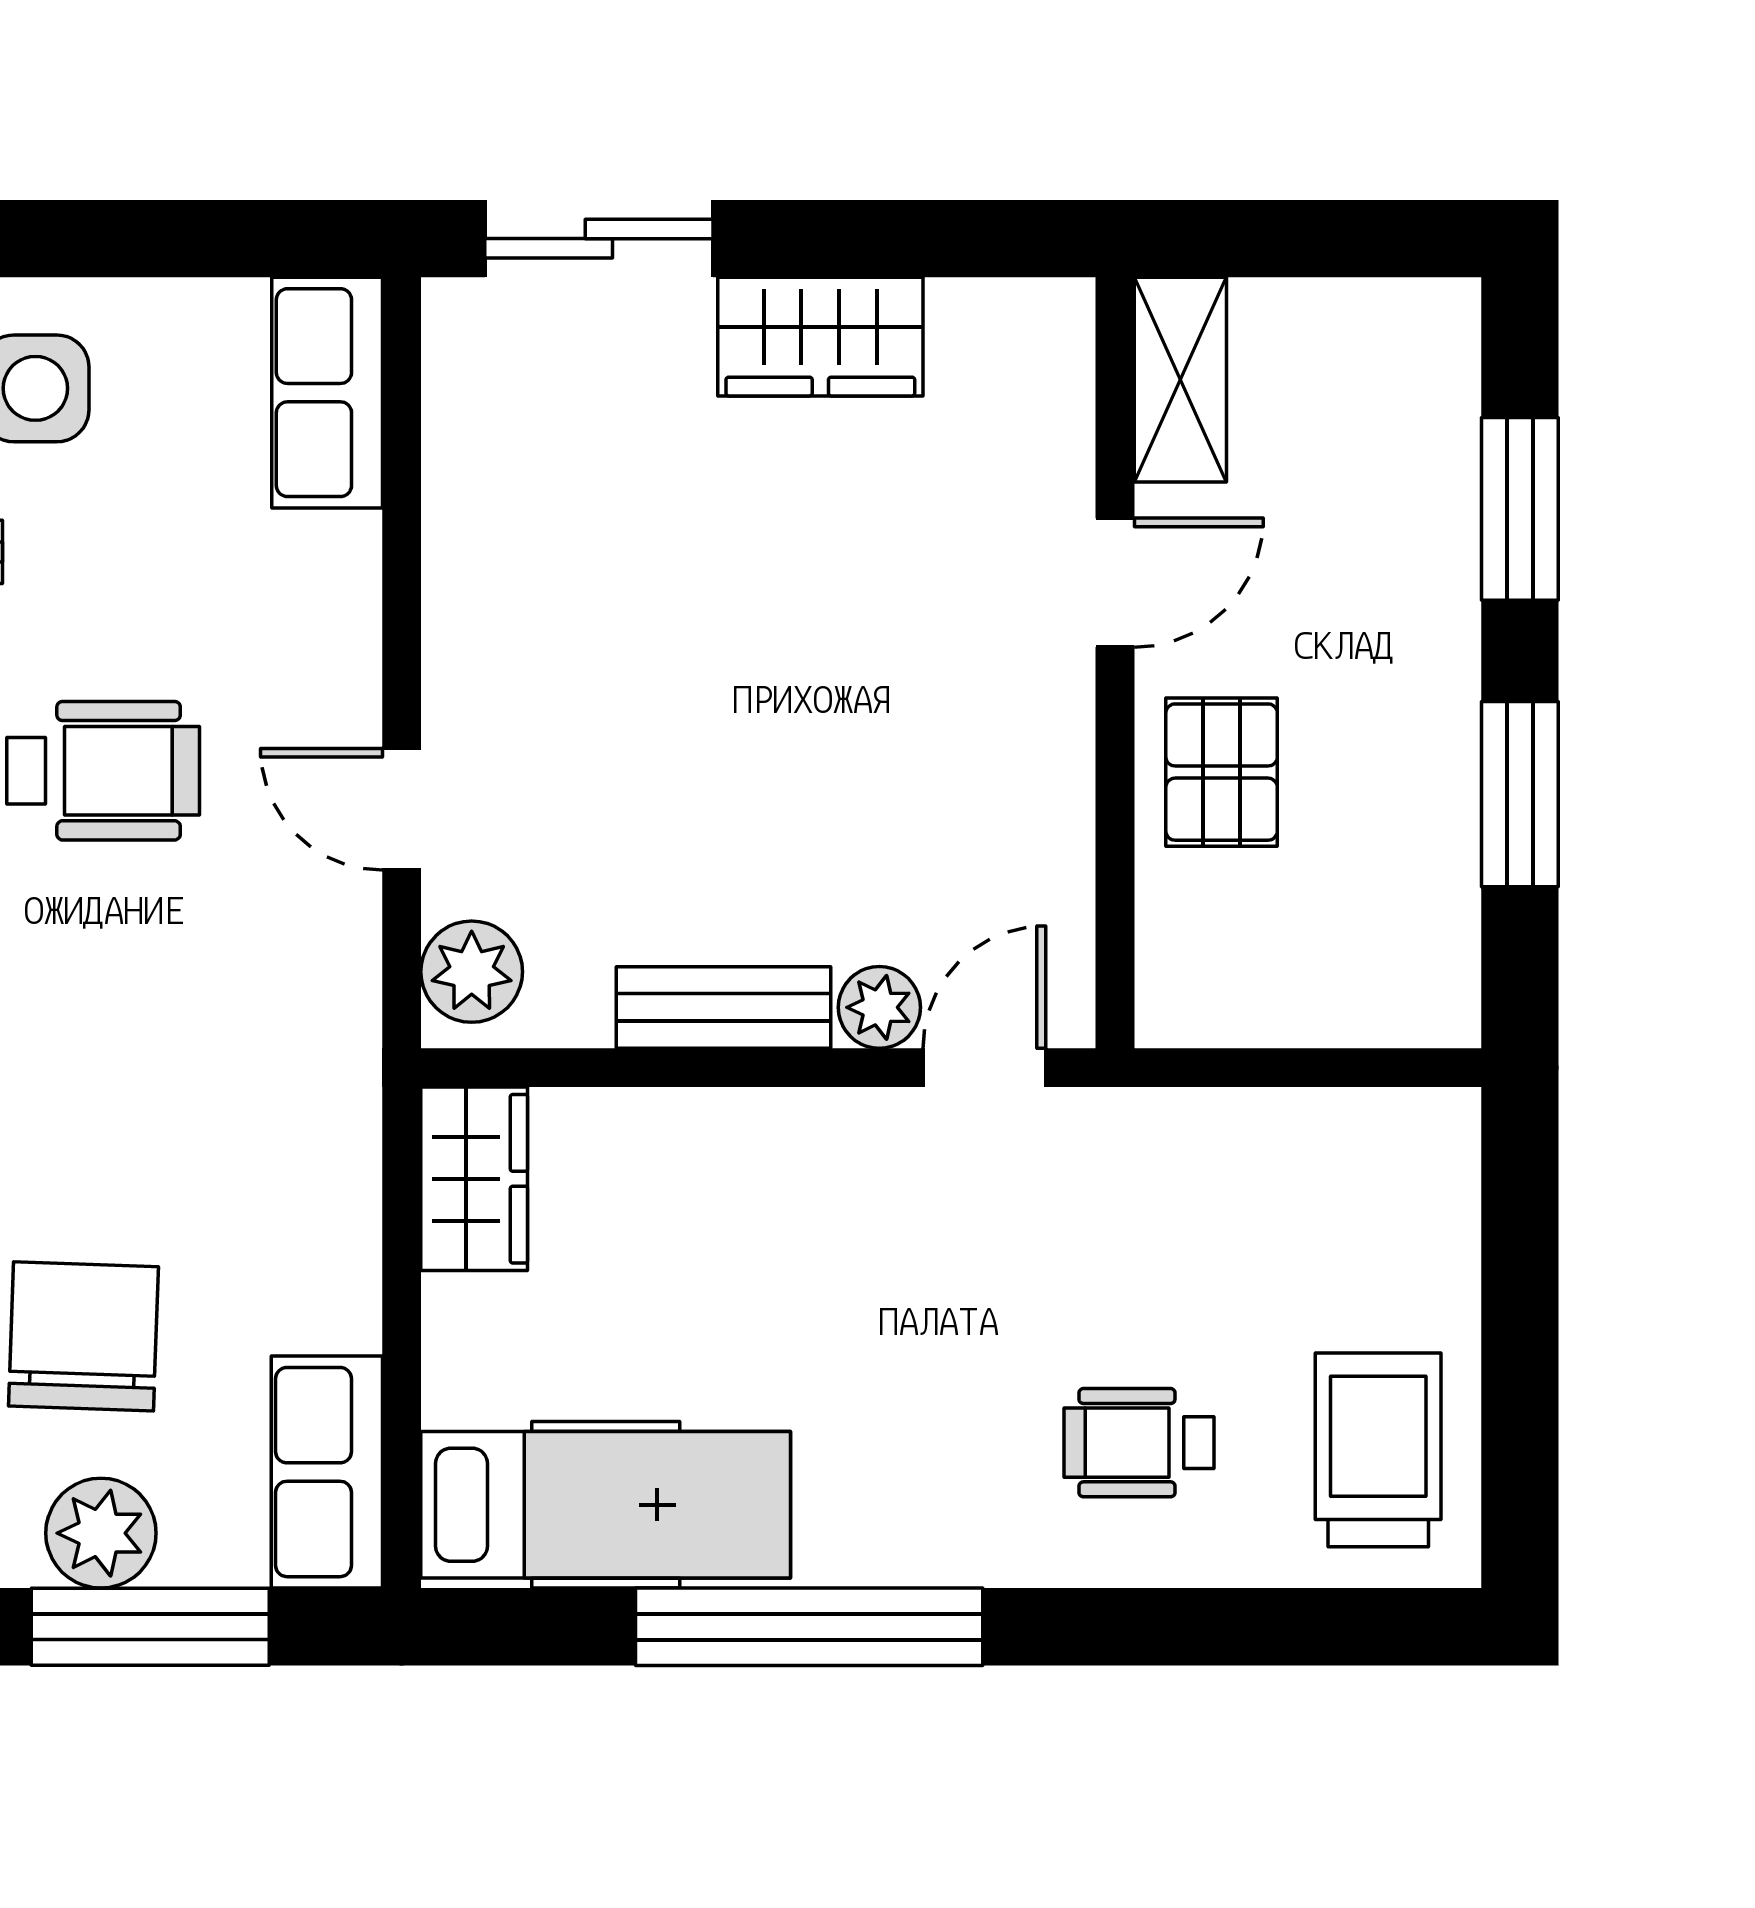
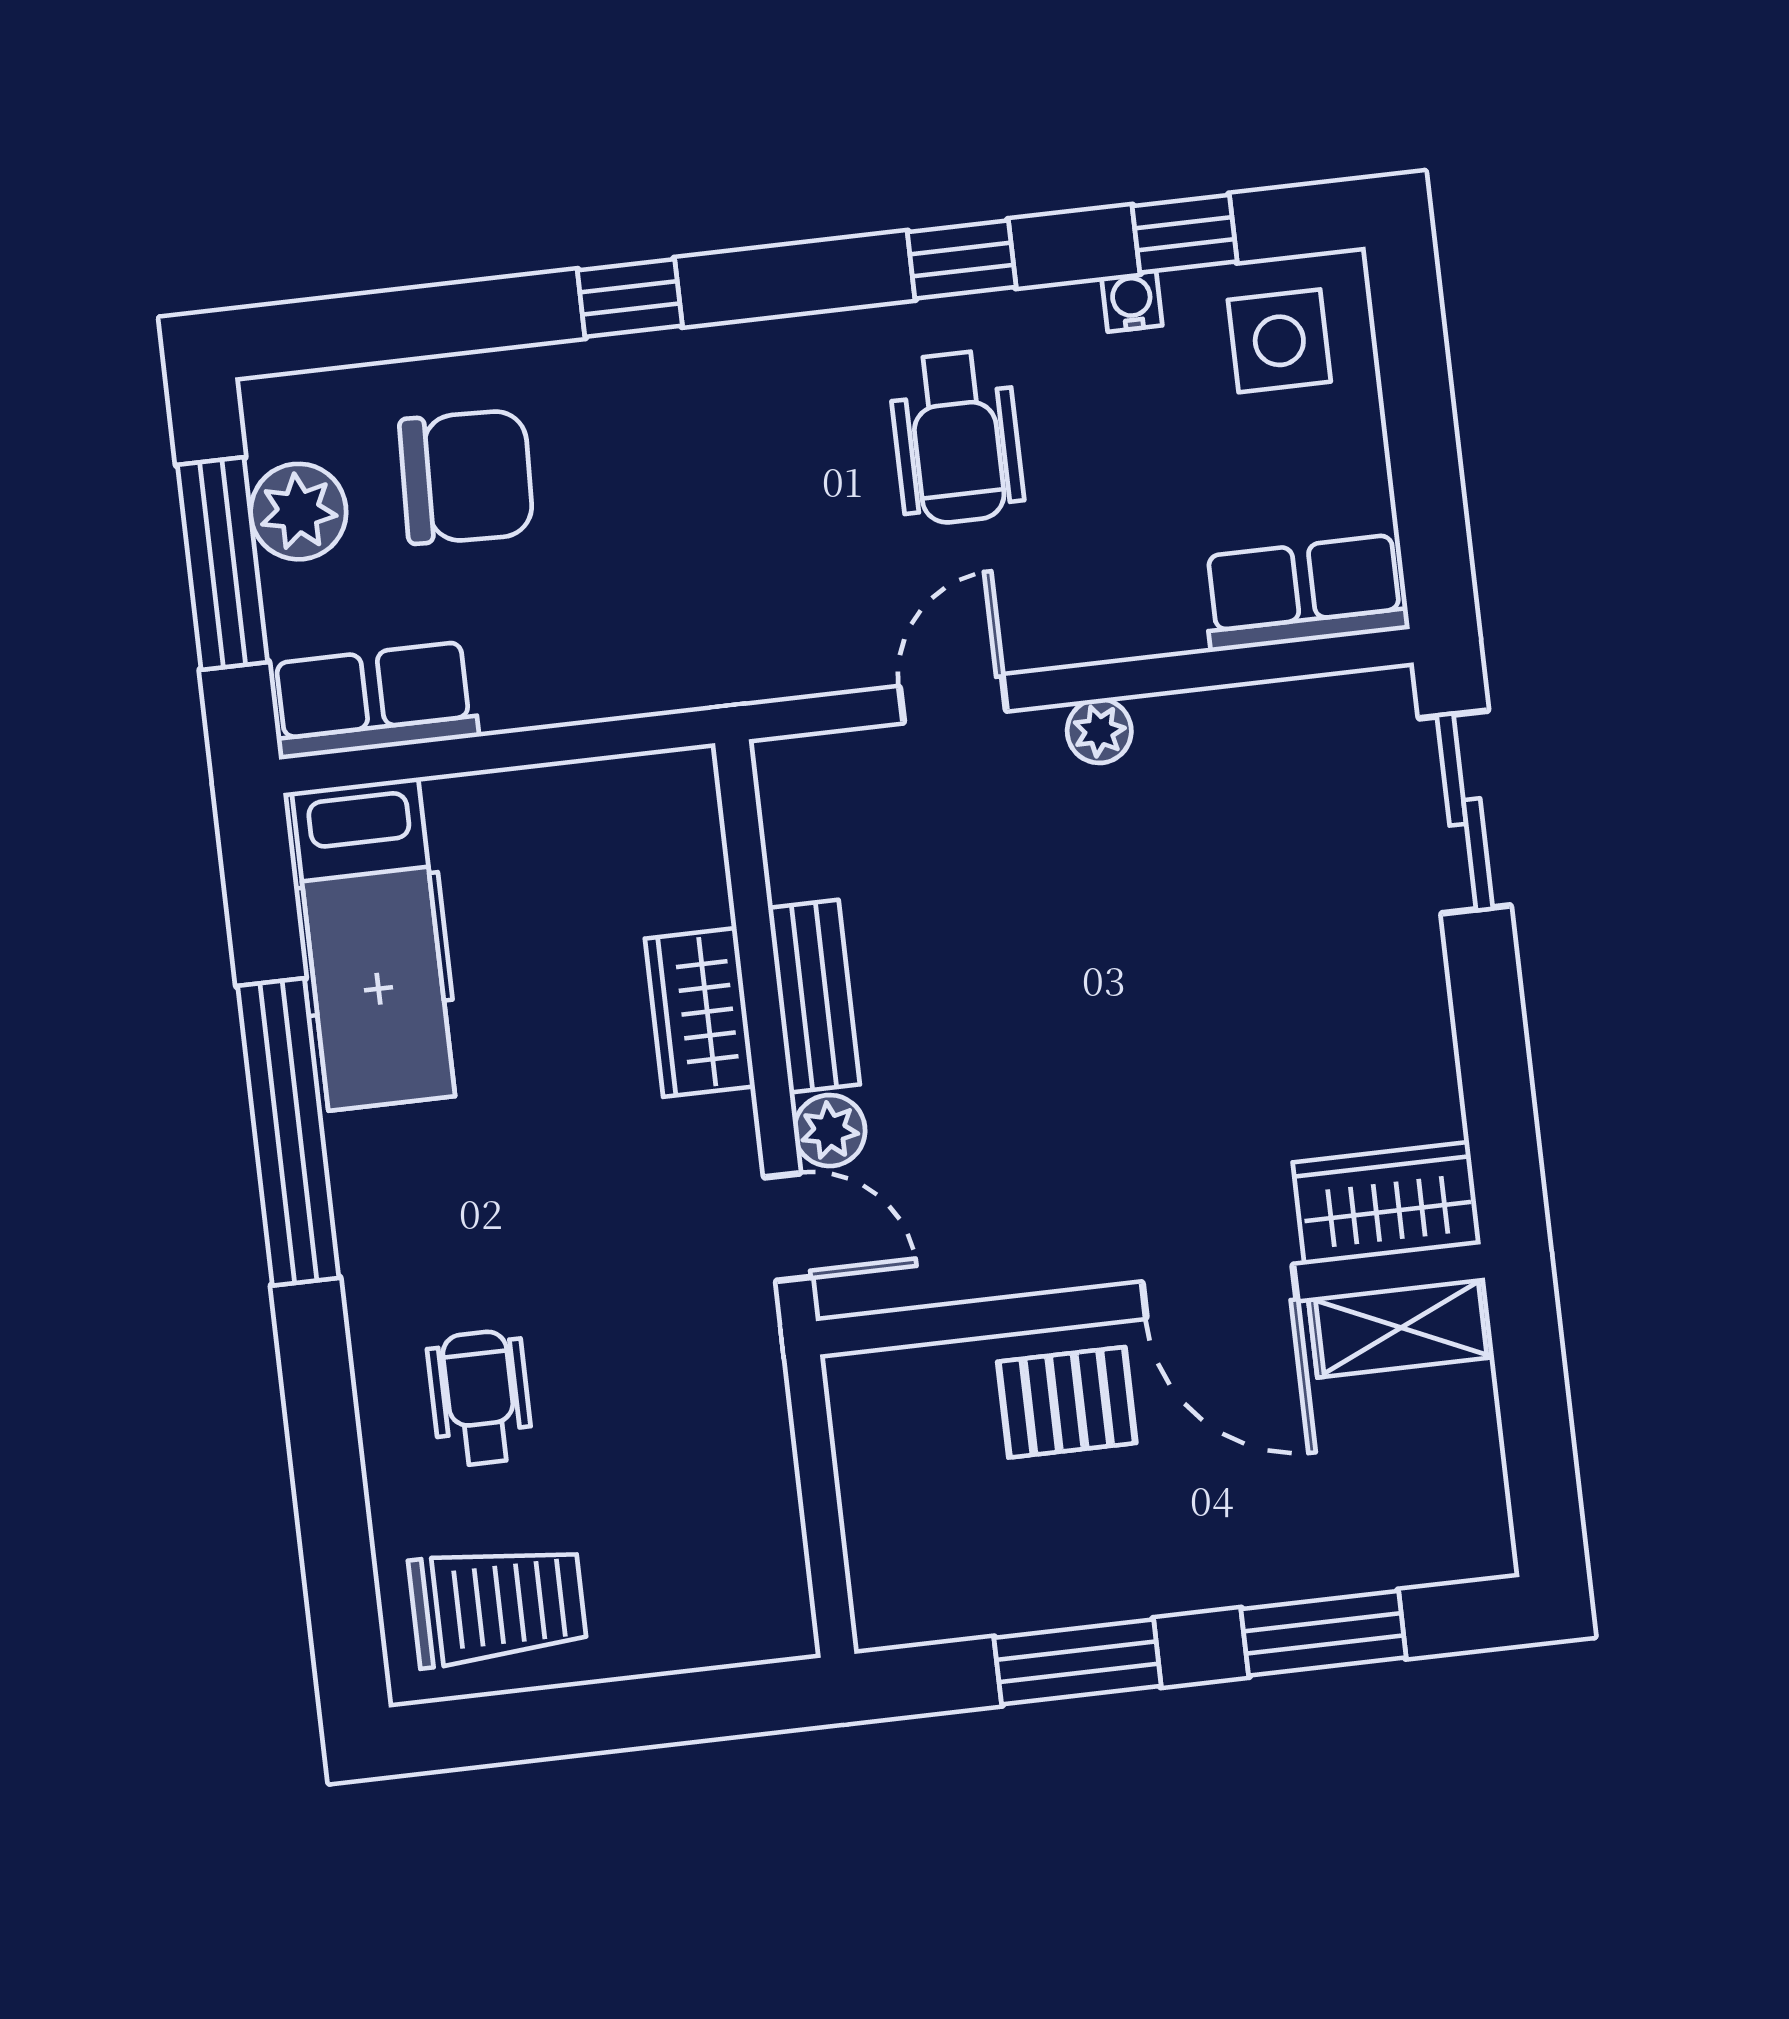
wardrobe: (820, 337) -> (1387, 1203), moved, turned 90
door: (1115, 583) -> (1220, 1291), width x1.38
plant: (472, 972) -> (1099, 731), moved, width x0.73, depth x0.73
wardrobe: (474, 1179) -> (700, 1012), moved, turned 90

